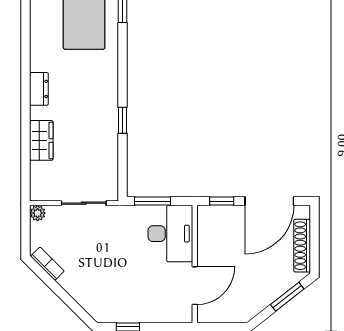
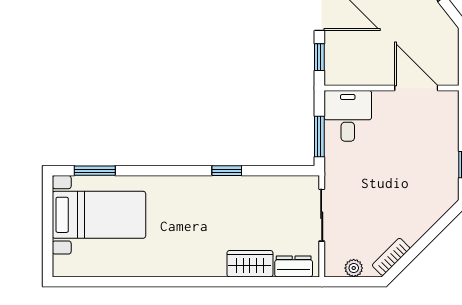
dresser: (39, 89) -> (294, 266), moved
plant: (38, 213) -> (354, 268), moved
desk: (170, 234) -> (348, 116), width x0.73

